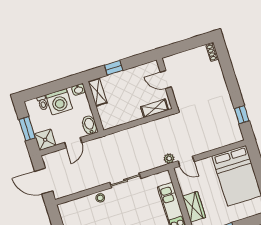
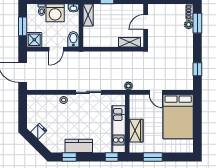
window: (225, 62) -> (197, 23), added
plant: (216, 67) -> (189, 25), added
door: (166, 80) -> (146, 22), hinge flipped
door: (186, 161) -> (156, 92), moved

